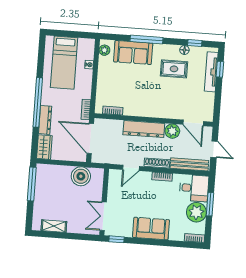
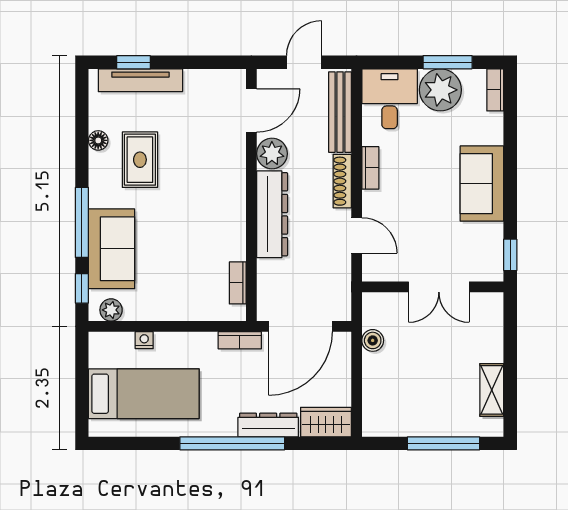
window: (195, 43) -> (82, 288), moved
boiler: (81, 176) -> (373, 340), width x0.54, depth x0.54
window: (32, 184) -> (444, 443), moved
window: (210, 204) -> (448, 62), moved
double door: (103, 216) -> (439, 287), moved

